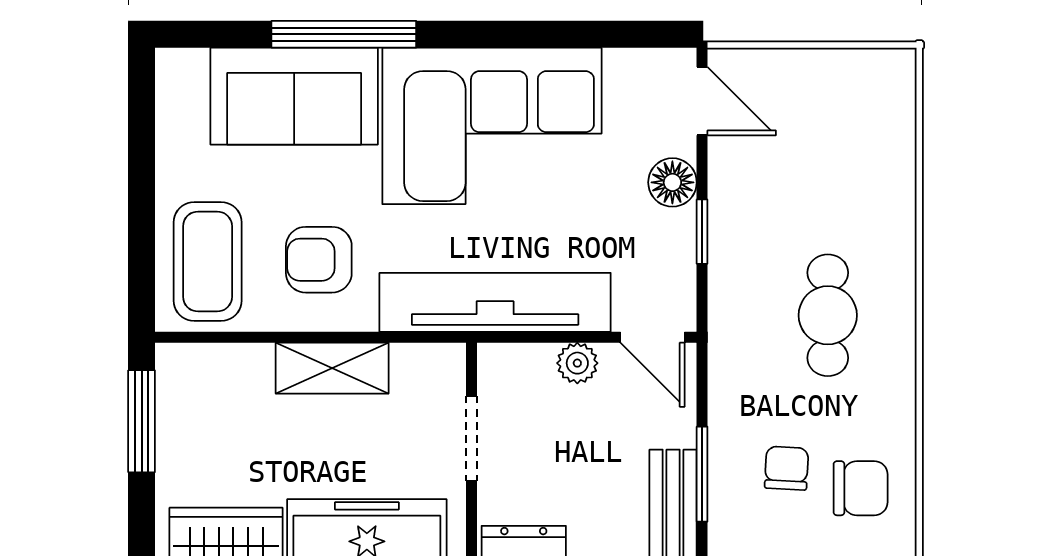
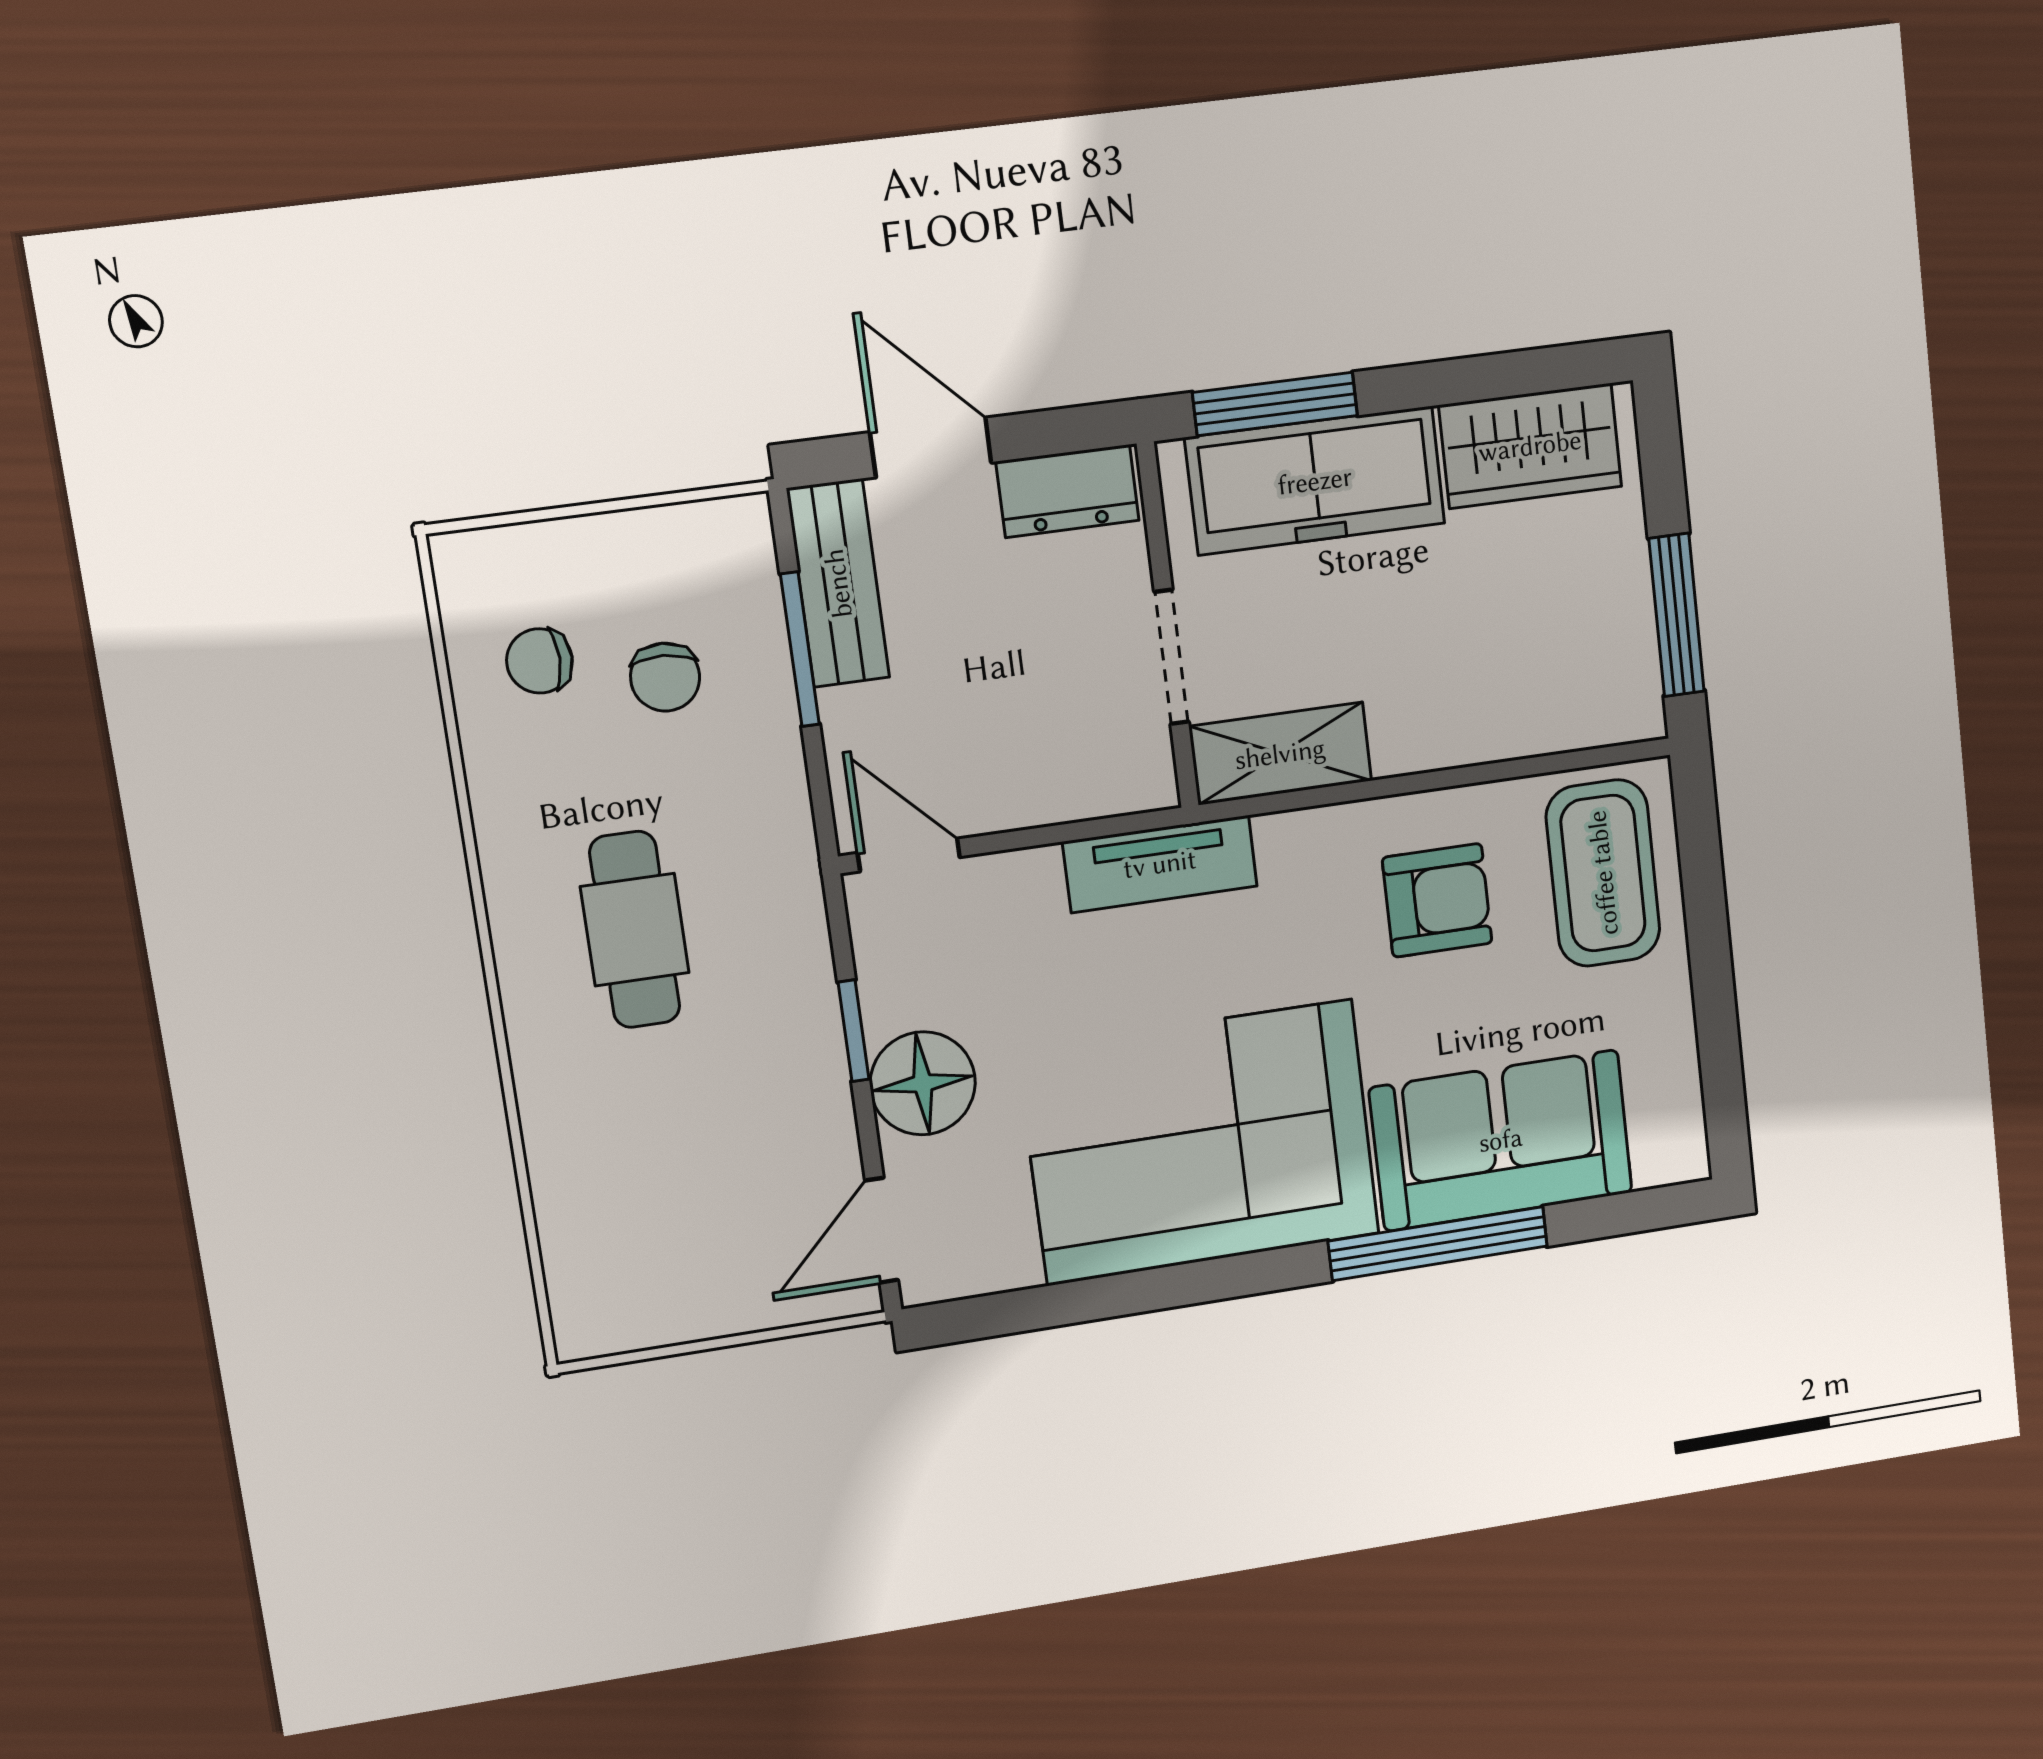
door: (702, 101) -> (882, 1230), hinge flipped
floor lamp: (672, 182) -> (923, 1083), width x1.38, depth x1.38
tv unit: (495, 302) -> (1160, 864), width x0.52, depth x0.78
plant: (577, 363) -> (1021, 798), removed
shelving: (332, 368) -> (1280, 754), moved
chair: (861, 488) -> (539, 661), width x0.73, depth x0.73

